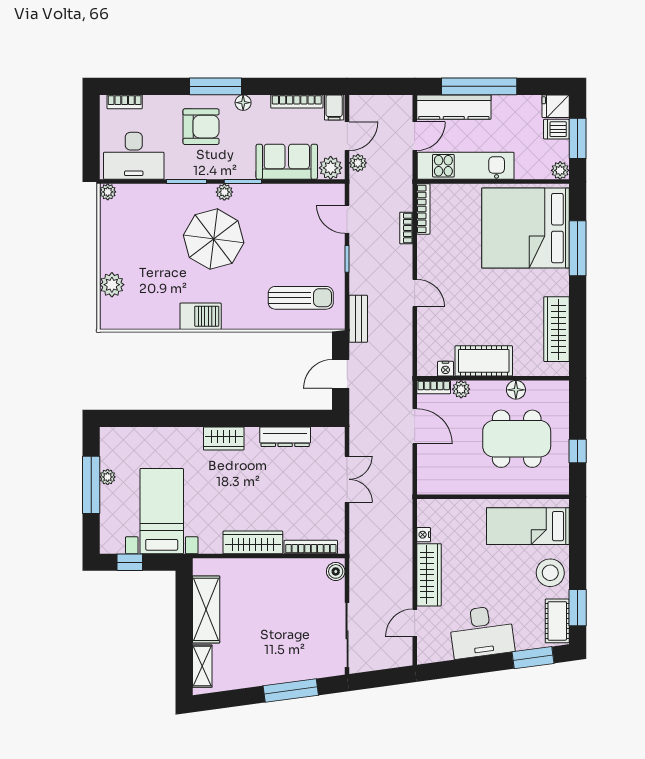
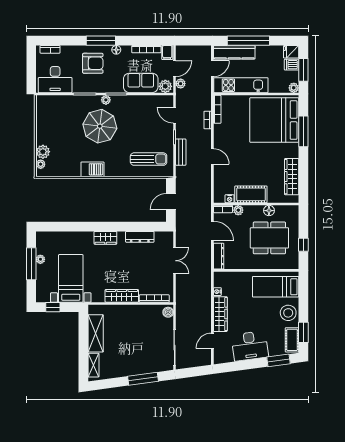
plant: (108, 192) -> (41, 164), moved
bench: (358, 319) -> (181, 152), moved
dresser: (426, 471) -> (219, 256), added

